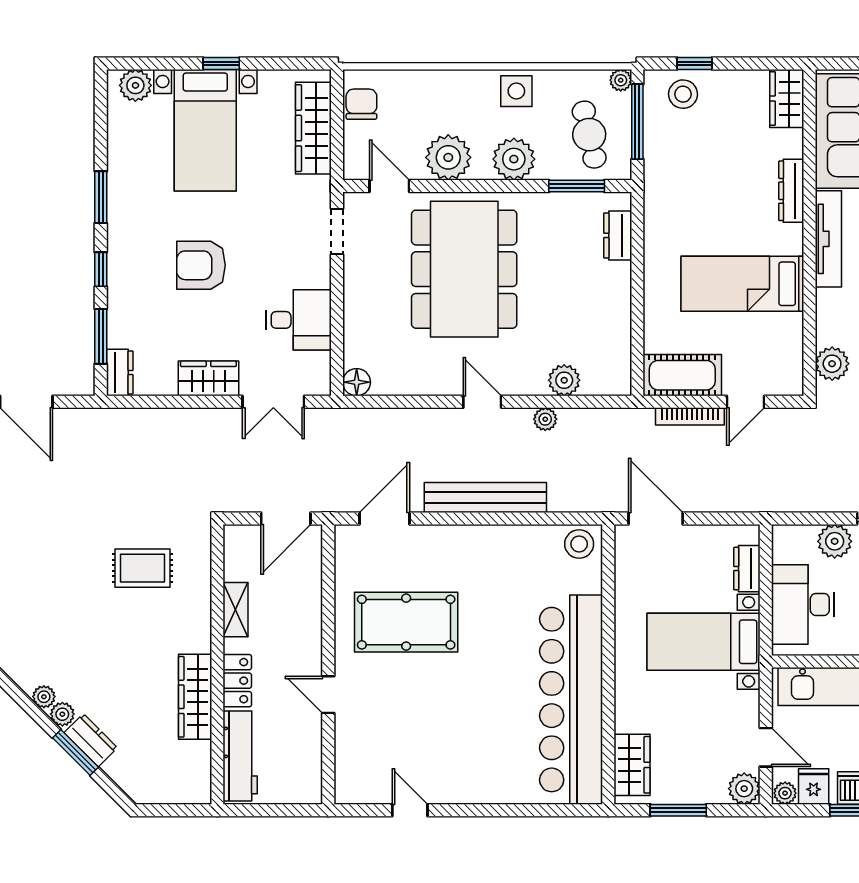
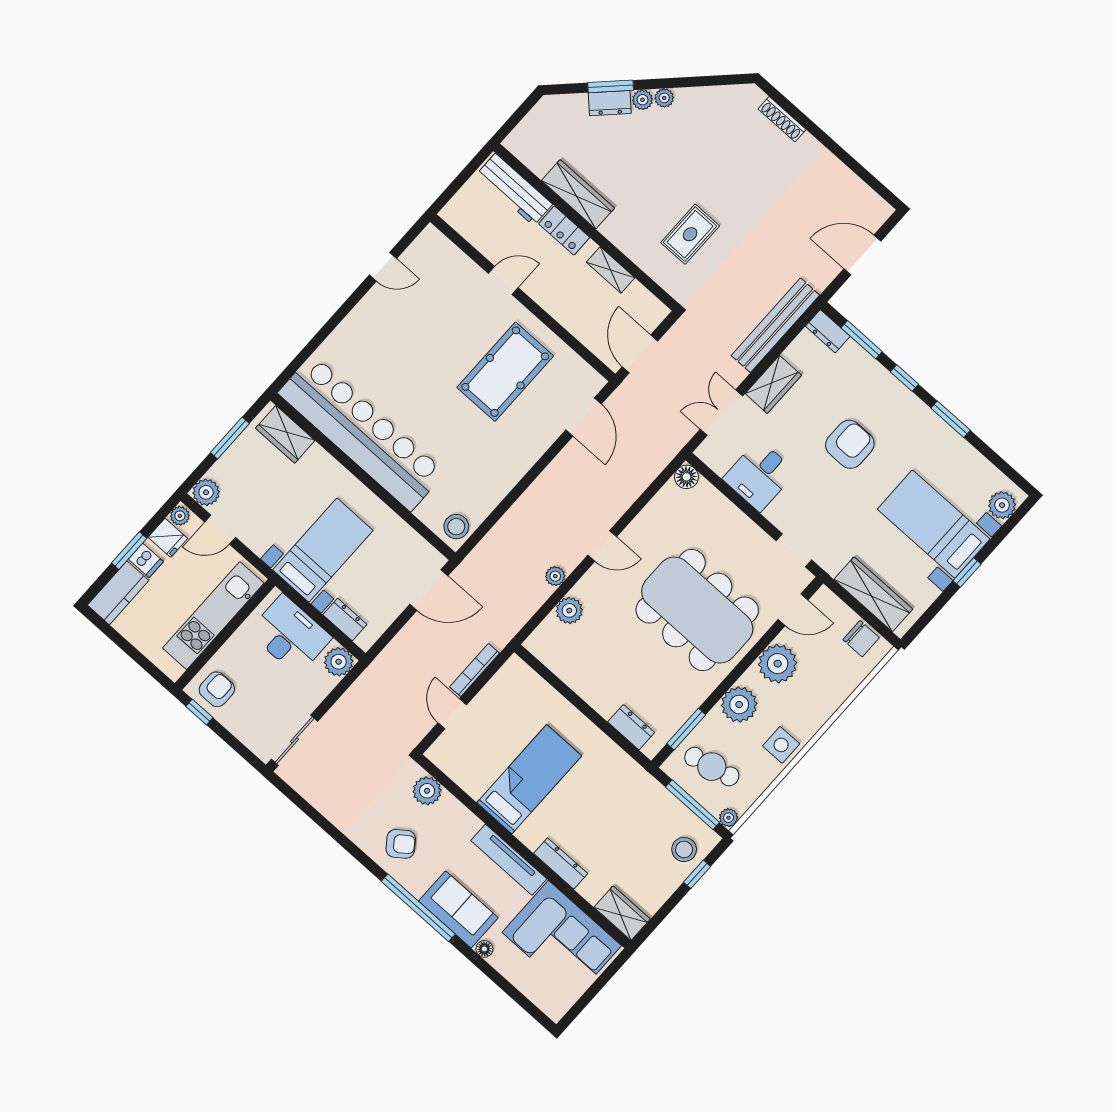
cot: (682, 375) -> (505, 689), removed
bench: (485, 497) -> (775, 325), moved
plant: (835, 541) -> (339, 662), moved

